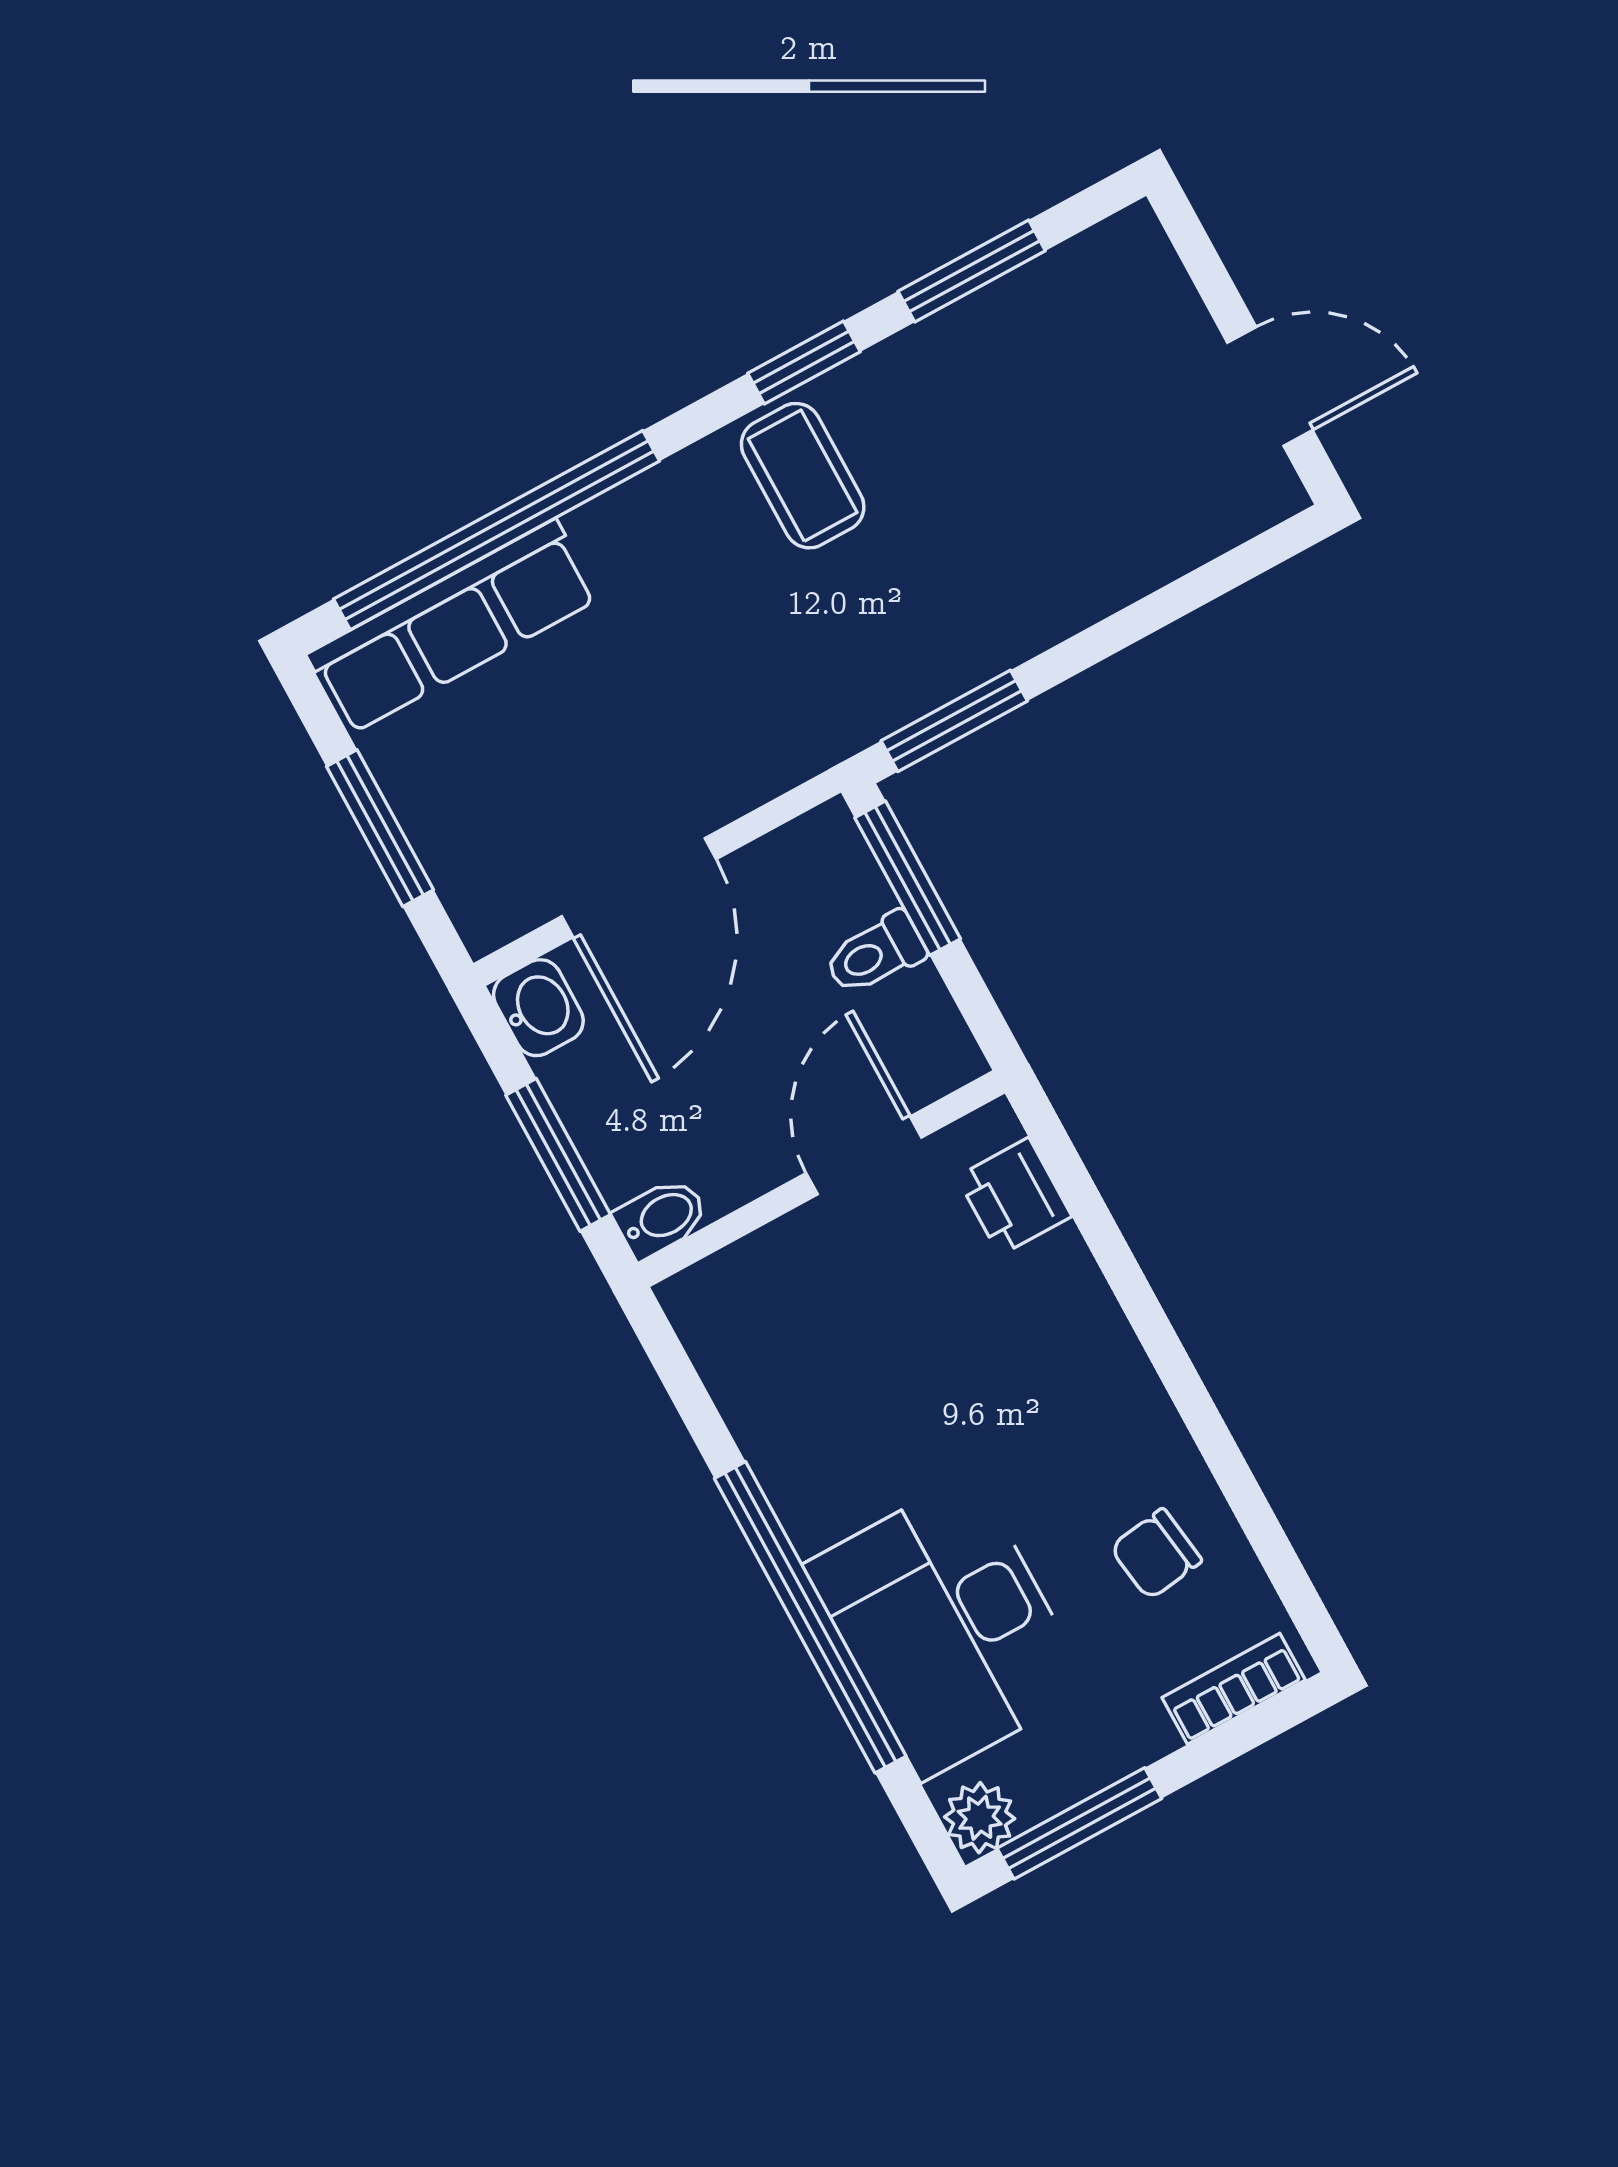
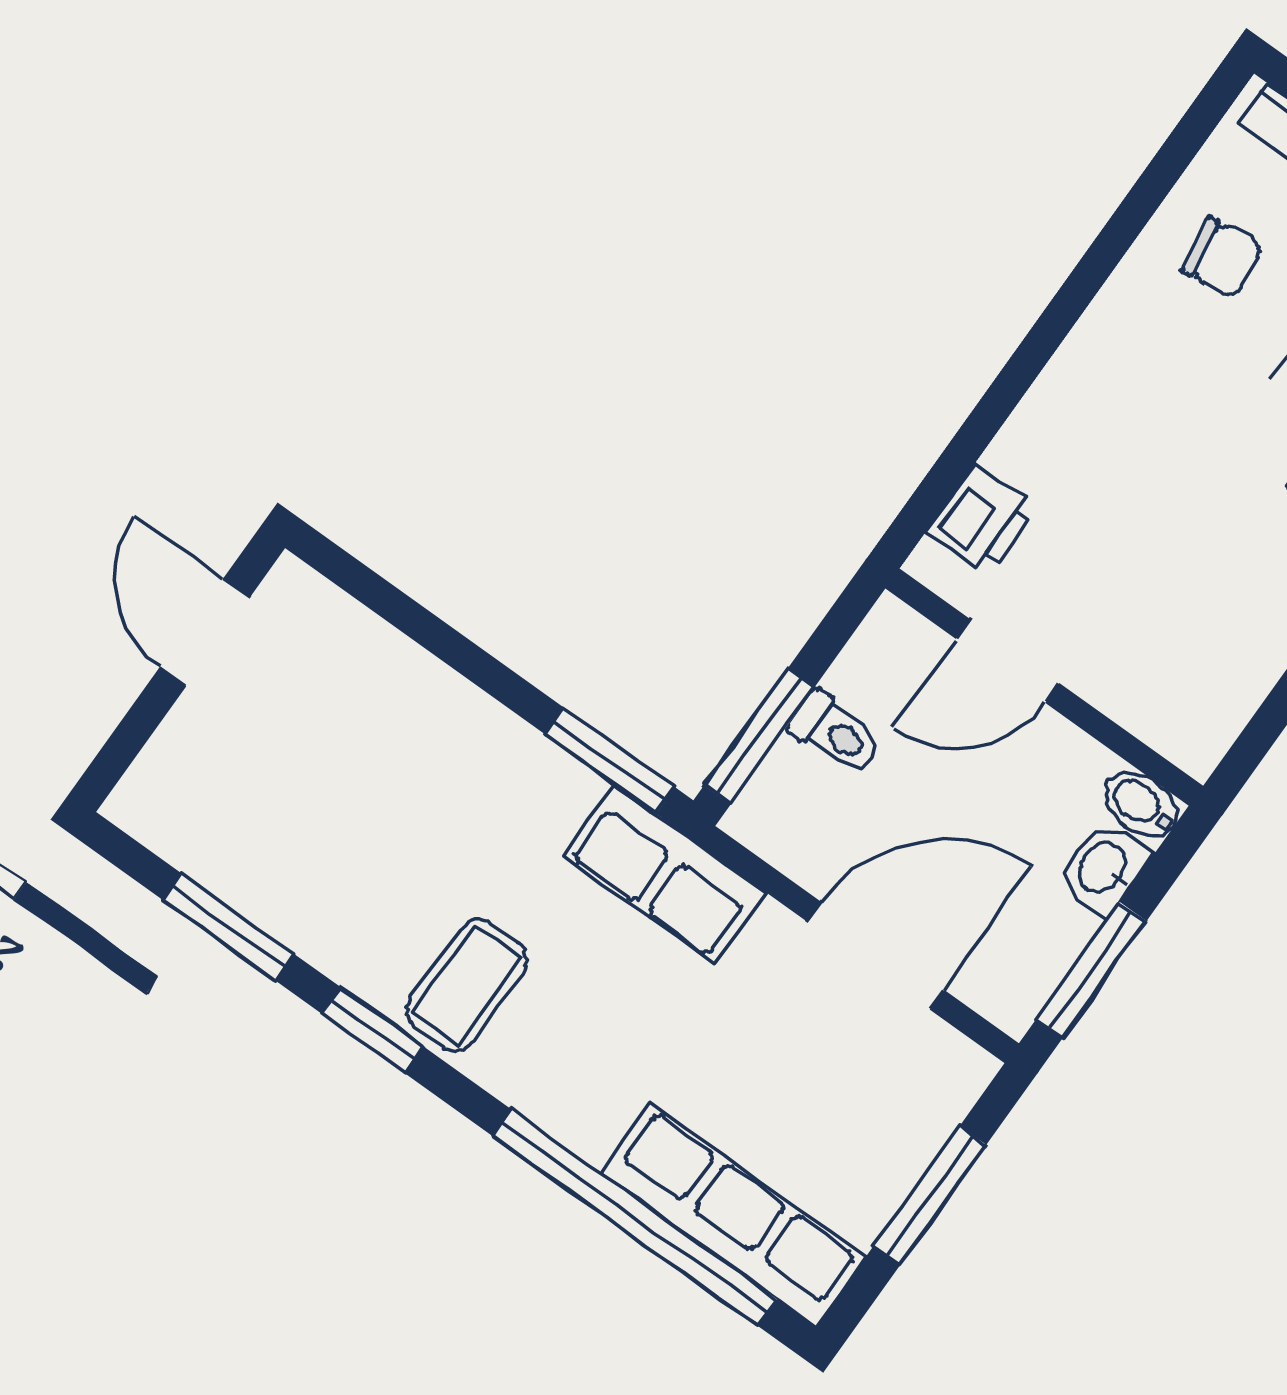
row of seats: (818, 721) -> (665, 874), added
washbasin: (538, 1008) -> (1104, 868), moved
window: (558, 1155) -> (1091, 970), moved

